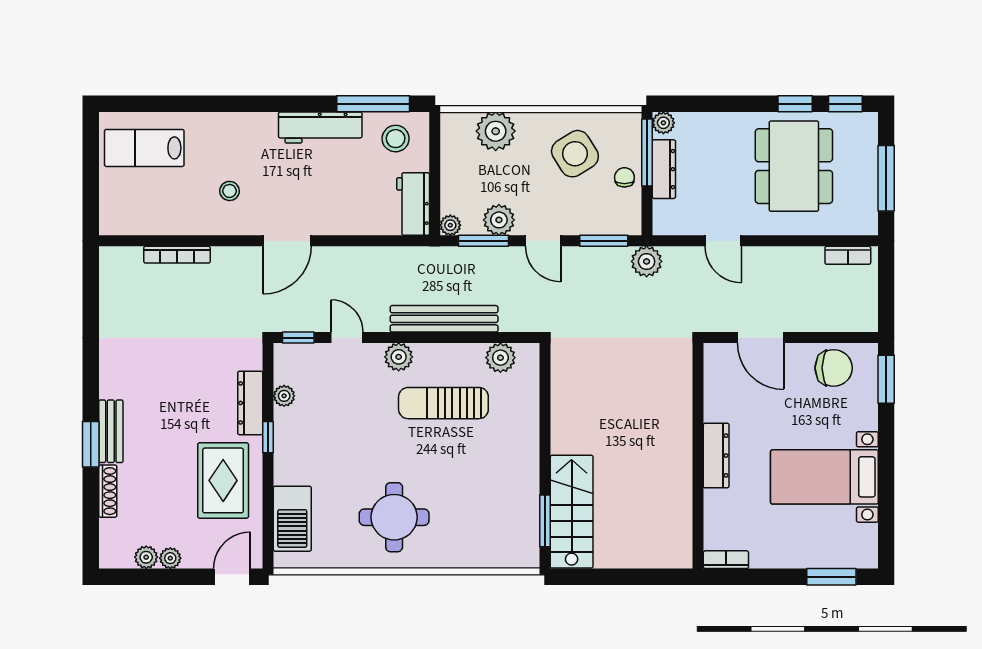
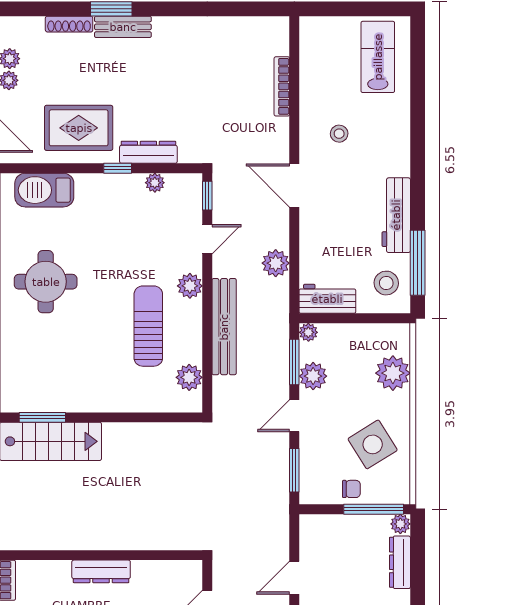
dresser: (664, 169) -> (400, 562), moved, turned 90
plant: (647, 261) -> (276, 263), moved

